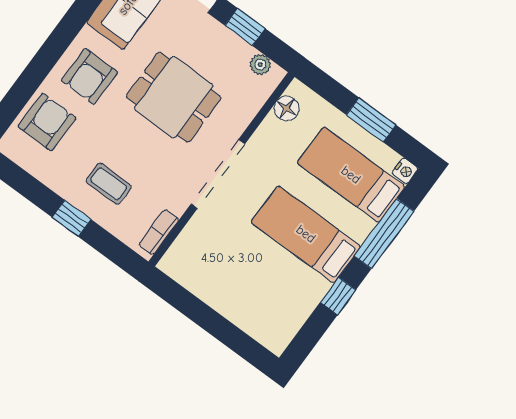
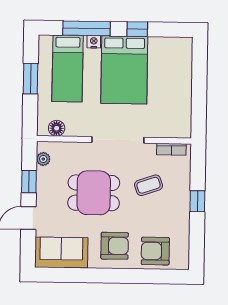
dining table: (174, 97) -> (94, 193), turned 90
nightstand: (405, 171) -> (94, 42), moved
coffee table: (109, 184) -> (149, 185), moved, turned 71
bed: (306, 234) -> (124, 70), width x1.50

